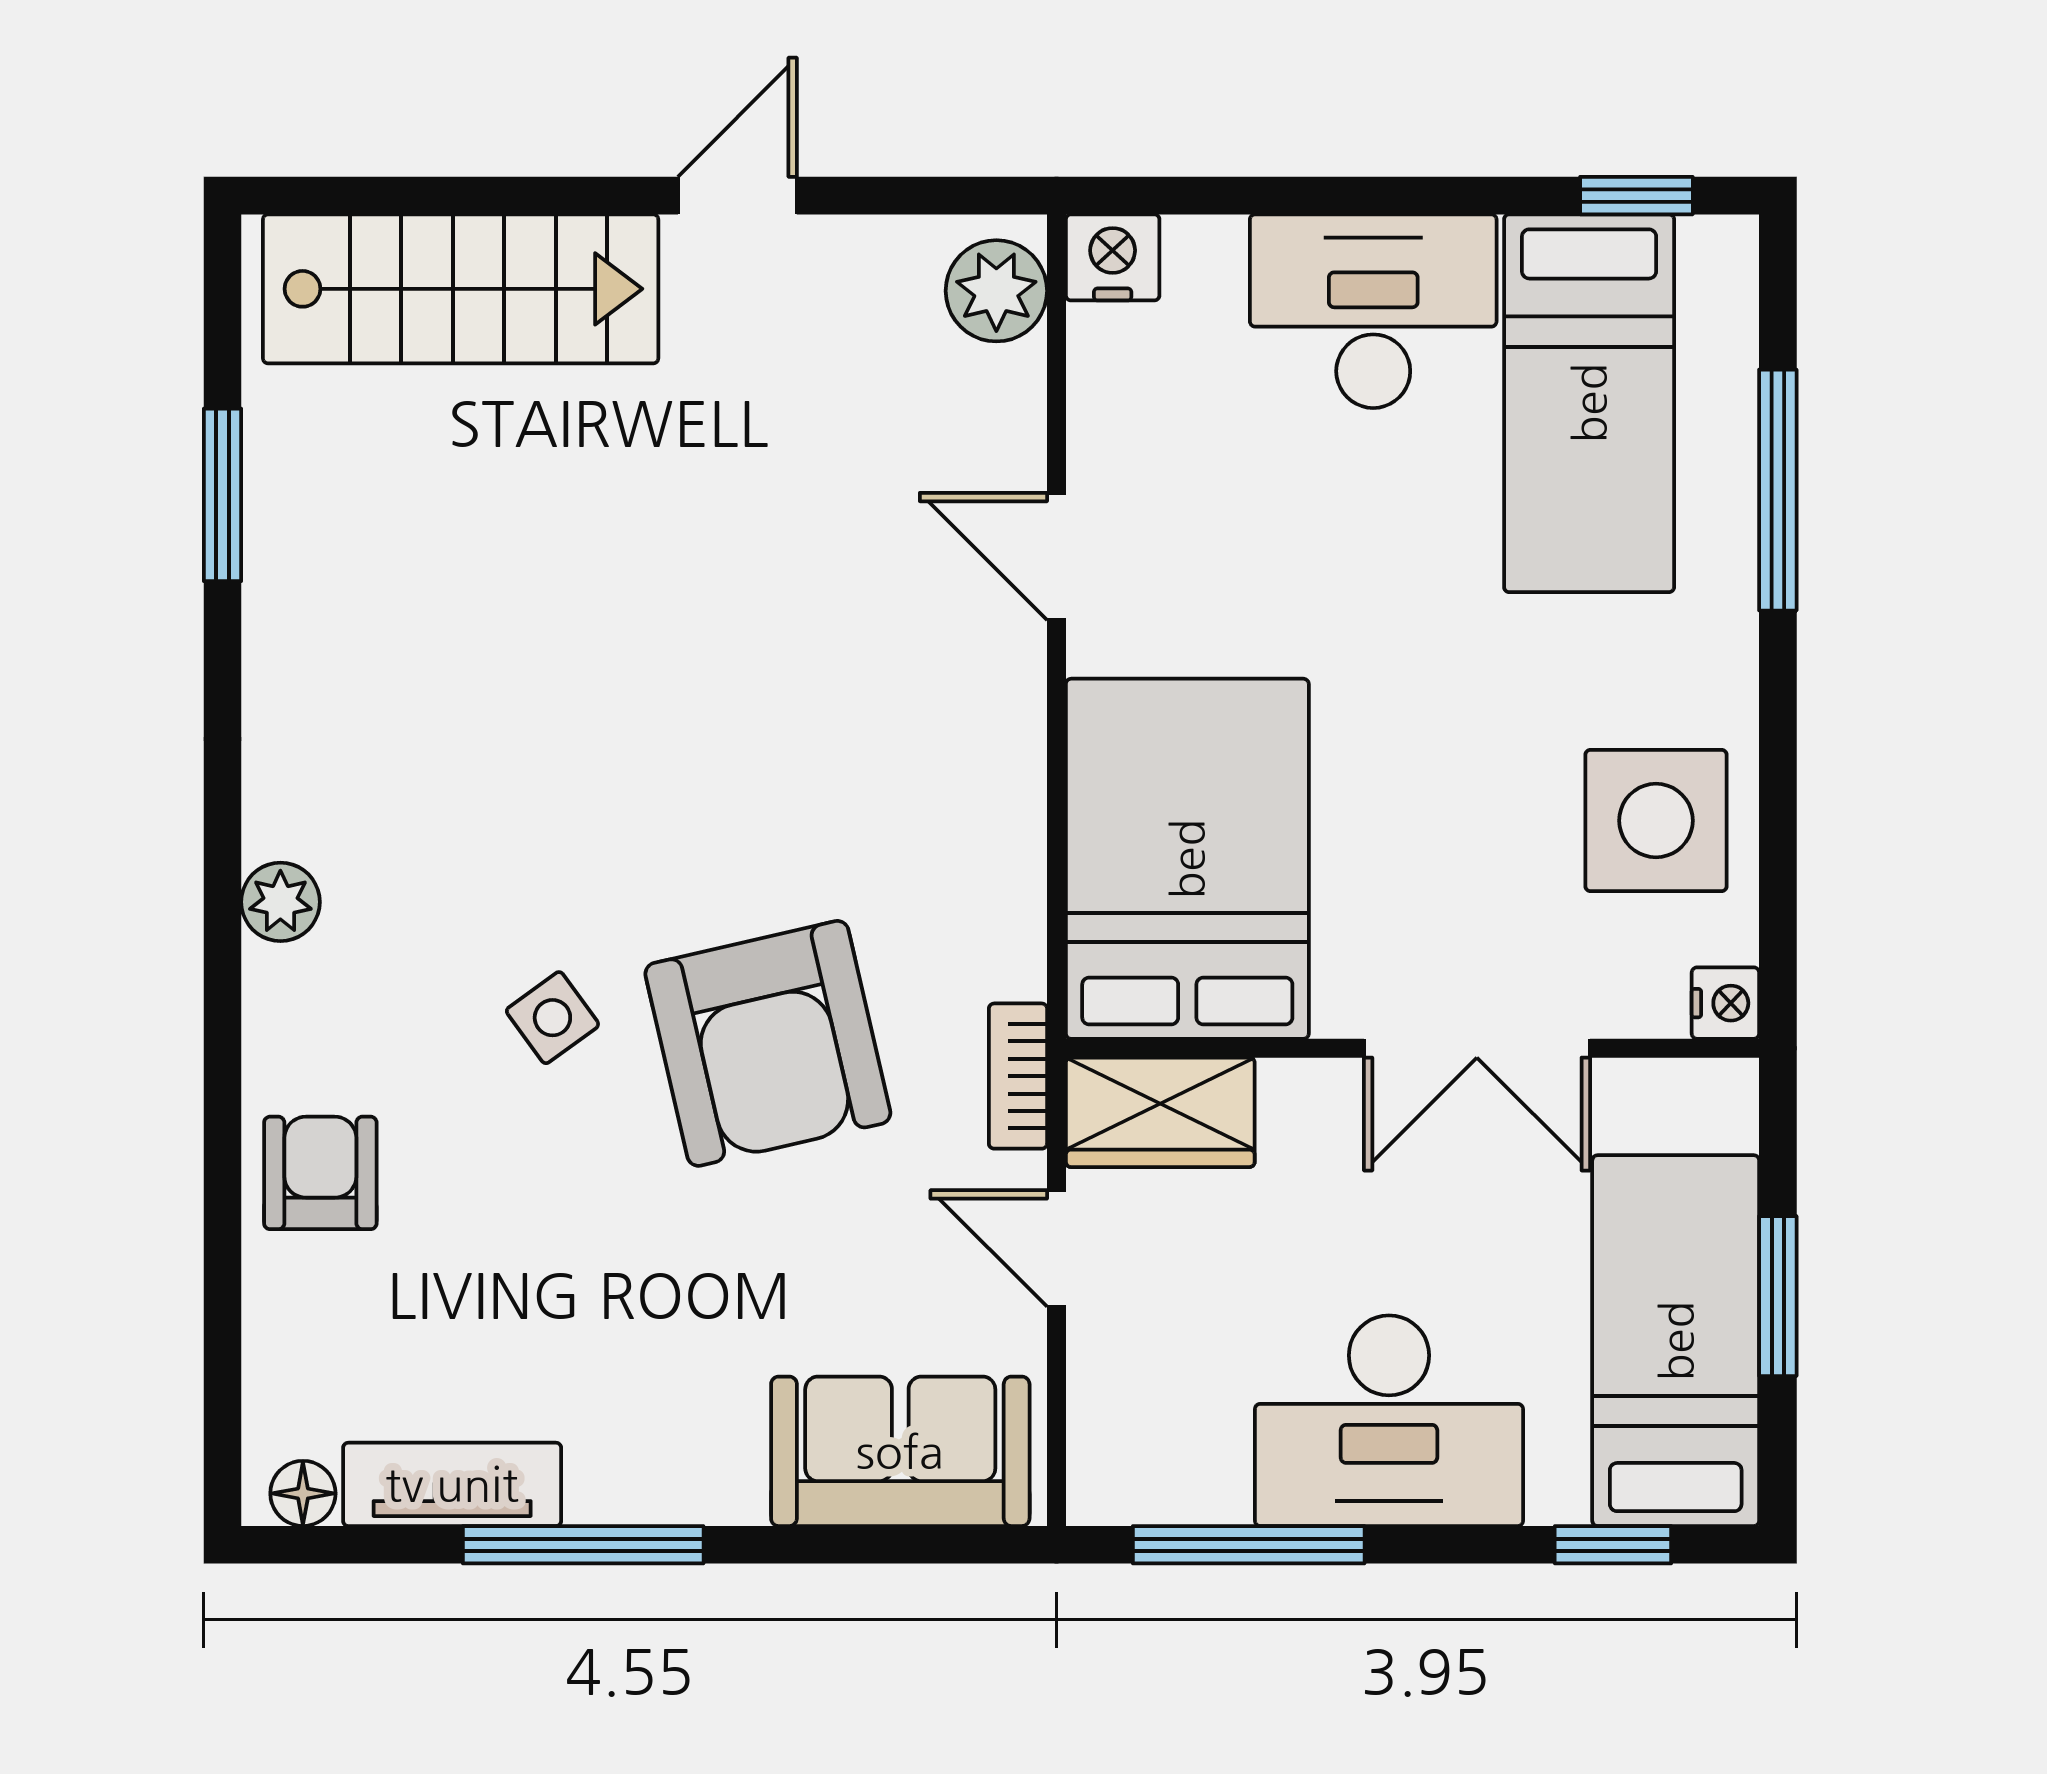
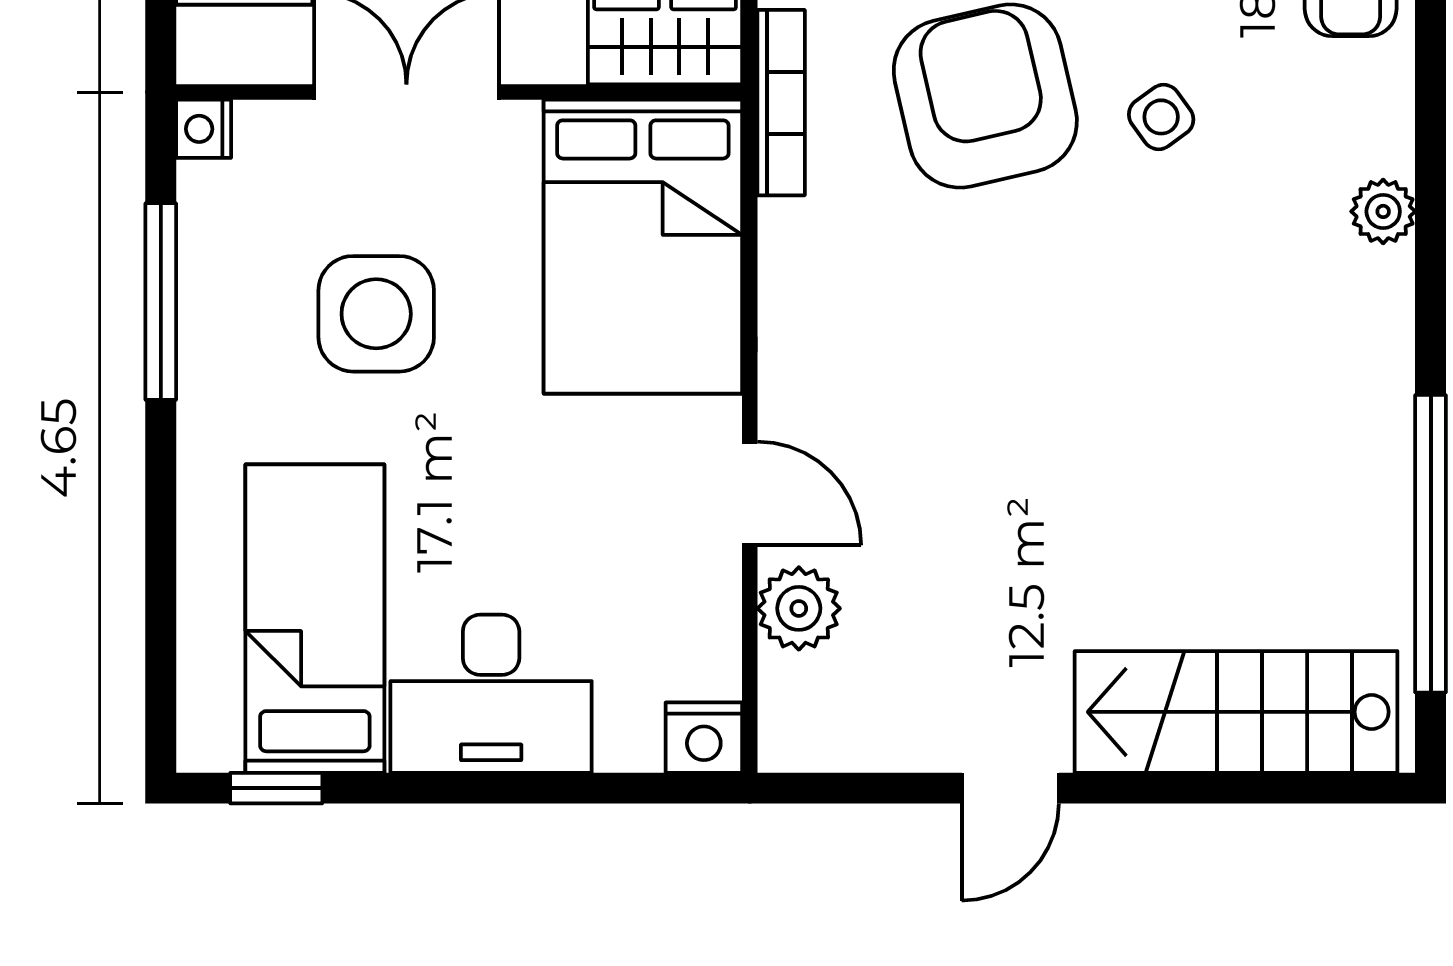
plant: (996, 291) -> (799, 608), moved
window: (1778, 490) -> (161, 302), moved
window: (222, 495) -> (1431, 544), width x2.11
side table: (1656, 821) -> (376, 314), moved
bookcase: (1018, 1076) -> (781, 103), width x1.56

